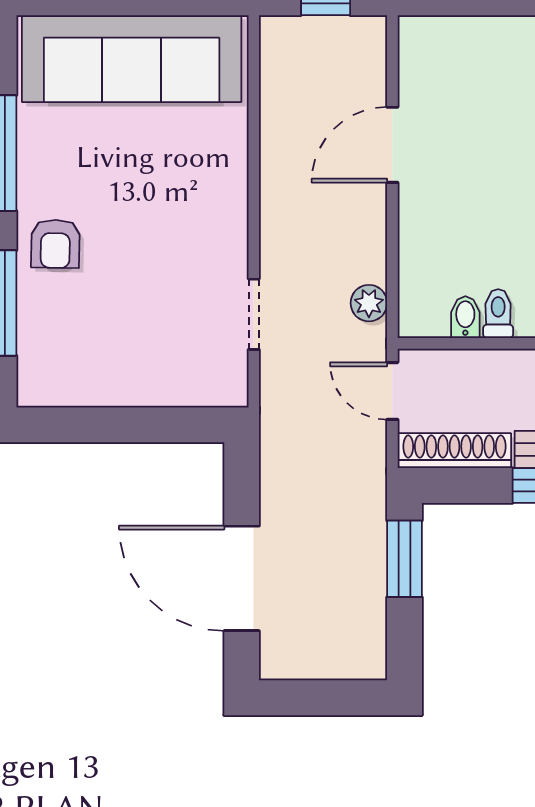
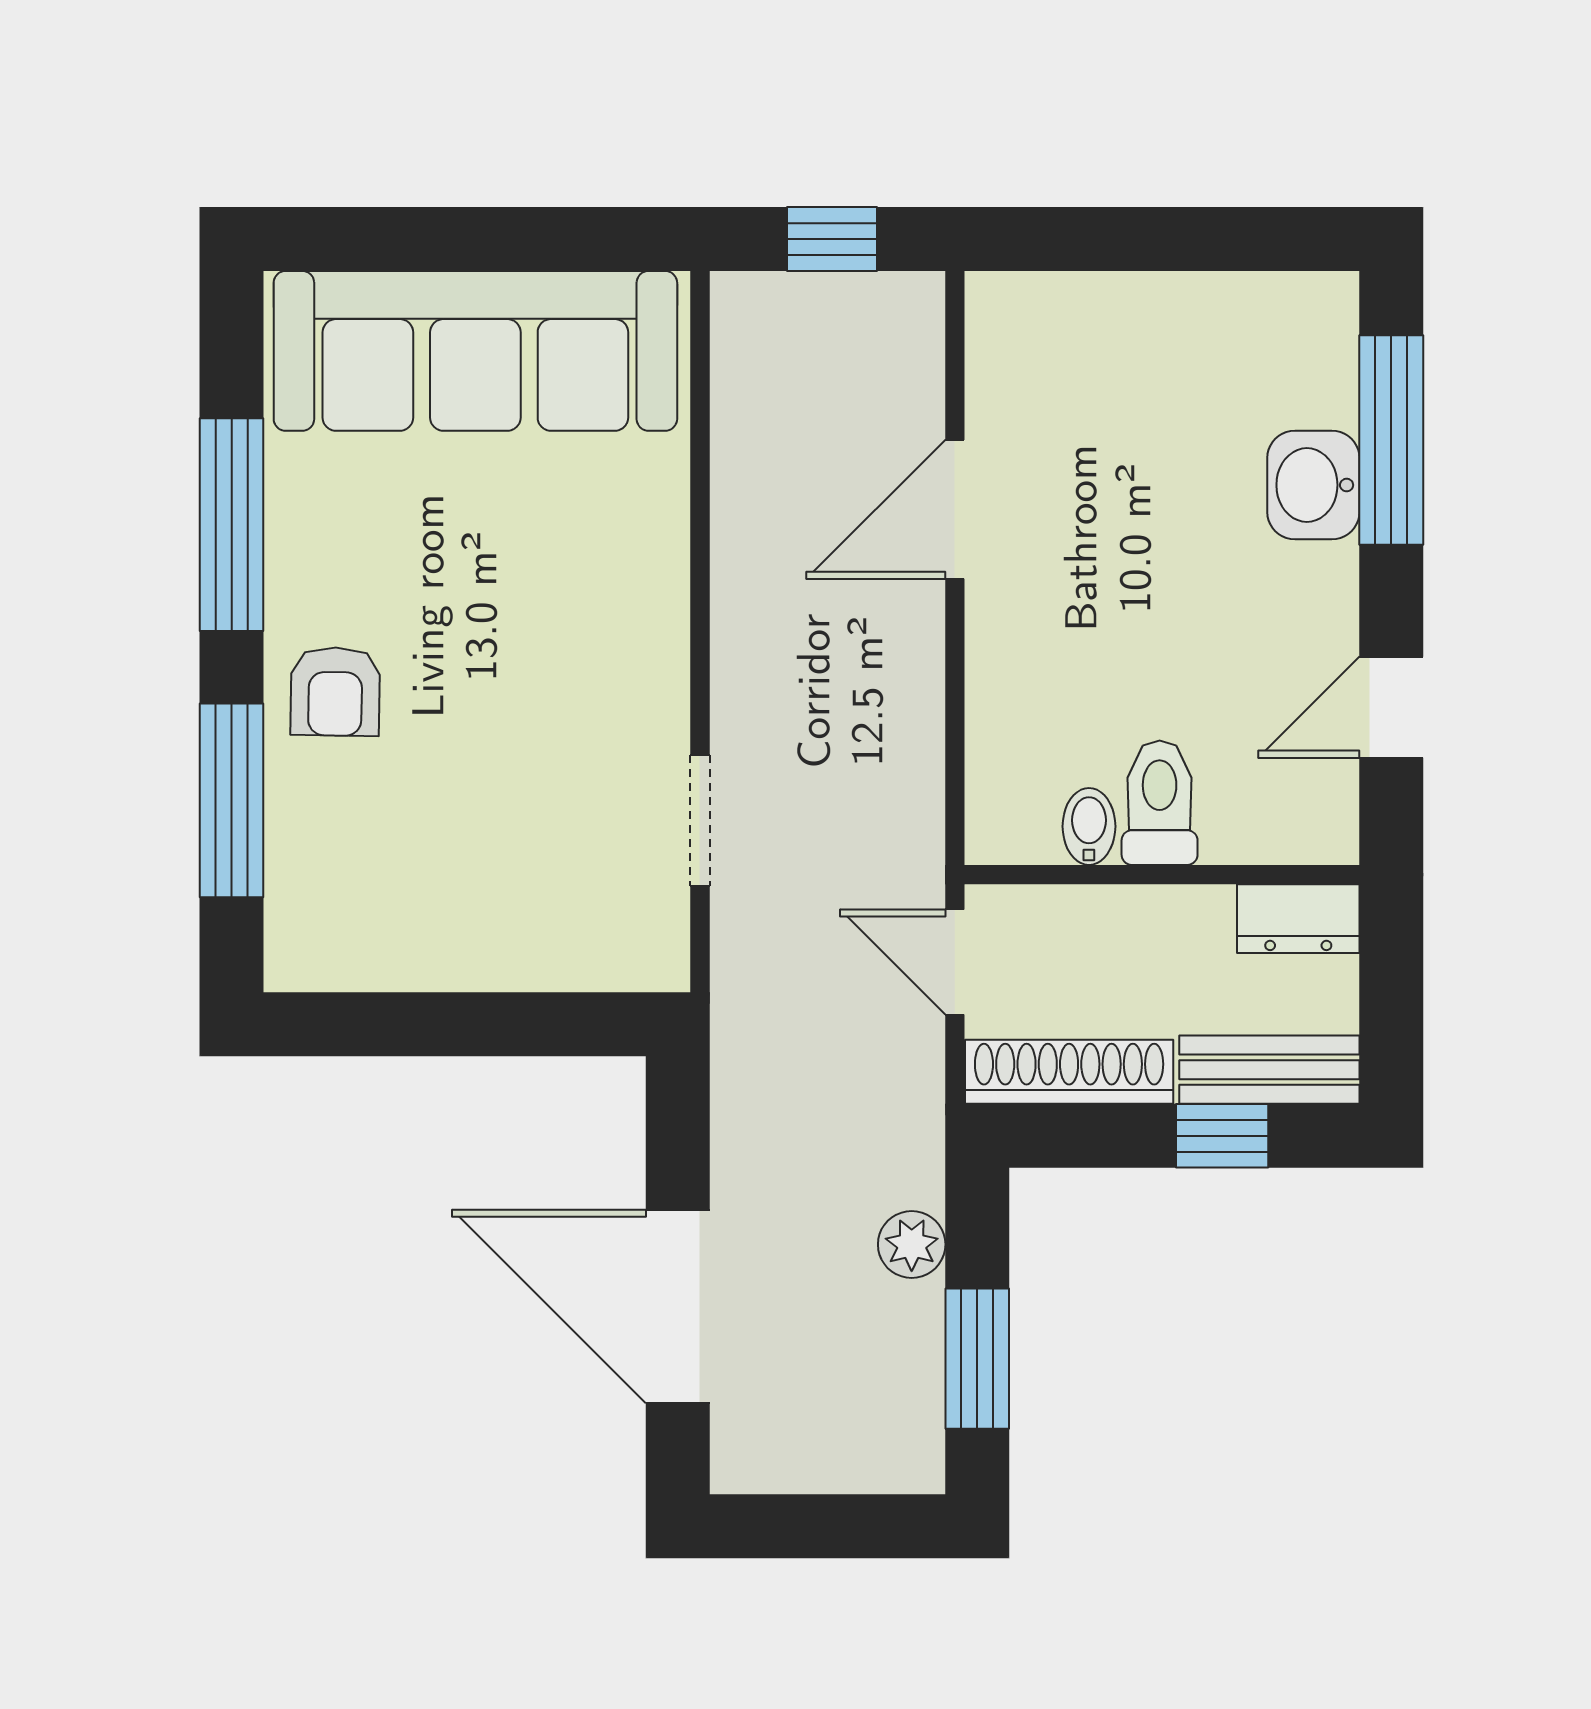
plant: (369, 303) -> (912, 1244), moved
toilet: (498, 314) -> (1160, 803), width x1.37, depth x1.39
window: (405, 559) -> (977, 1359), moved

